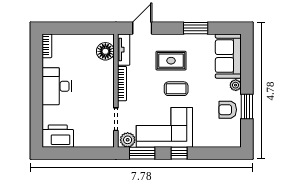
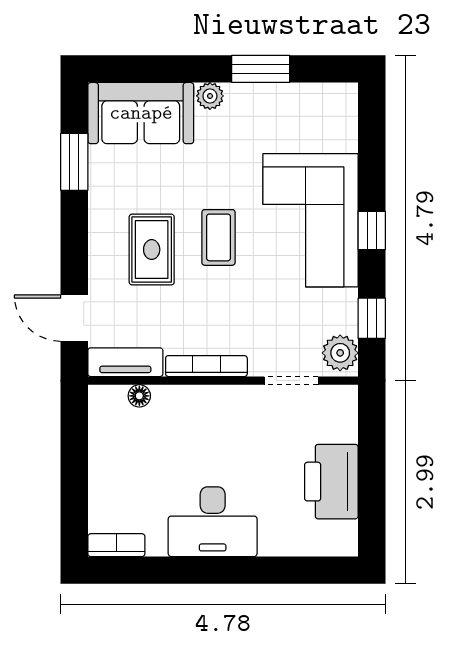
window: (196, 28) -> (74, 162), moved
floor lamp: (105, 51) -> (139, 396), width x0.53, depth x0.53
armchair: (228, 110) -> (268, 115), removed
corner sofa: (164, 127) -> (311, 220), moved
printer: (58, 136) -> (331, 482), moved
window: (142, 153) -> (372, 318), width x0.67

